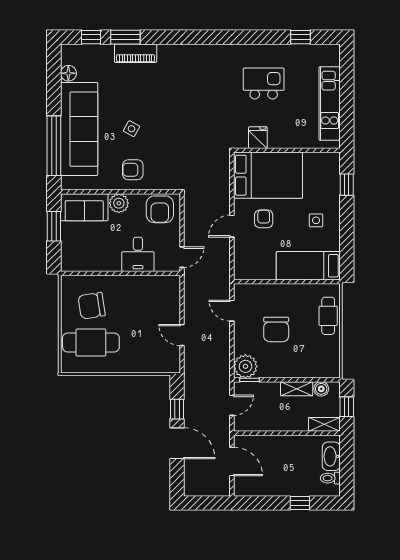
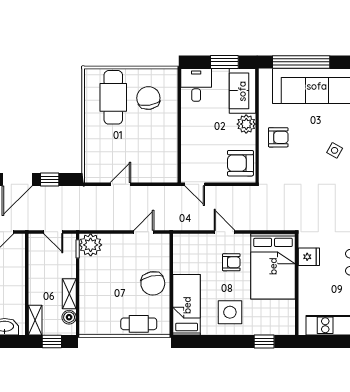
side table: (131, 129) -> (335, 150), moved
armchair: (133, 170) -> (278, 137), turned 90
side table: (316, 220) -> (230, 312), width x1.87, depth x1.87
desk: (138, 254) -> (196, 85), moved, turned 90
chair: (276, 330) -> (153, 283), moved, turned -102

